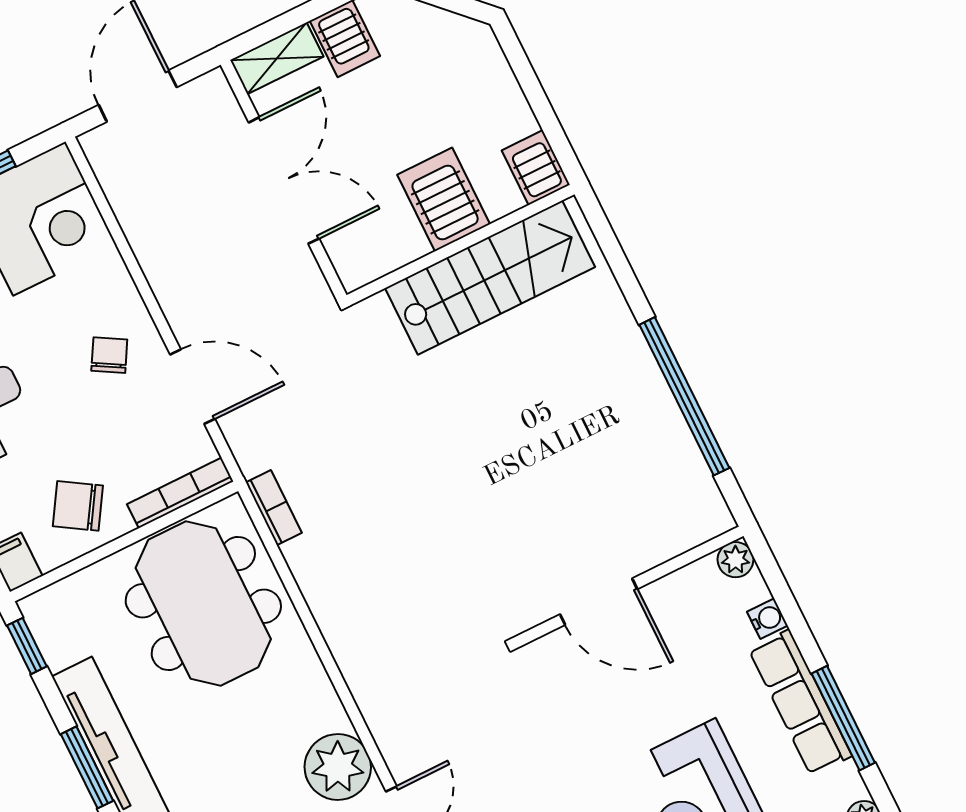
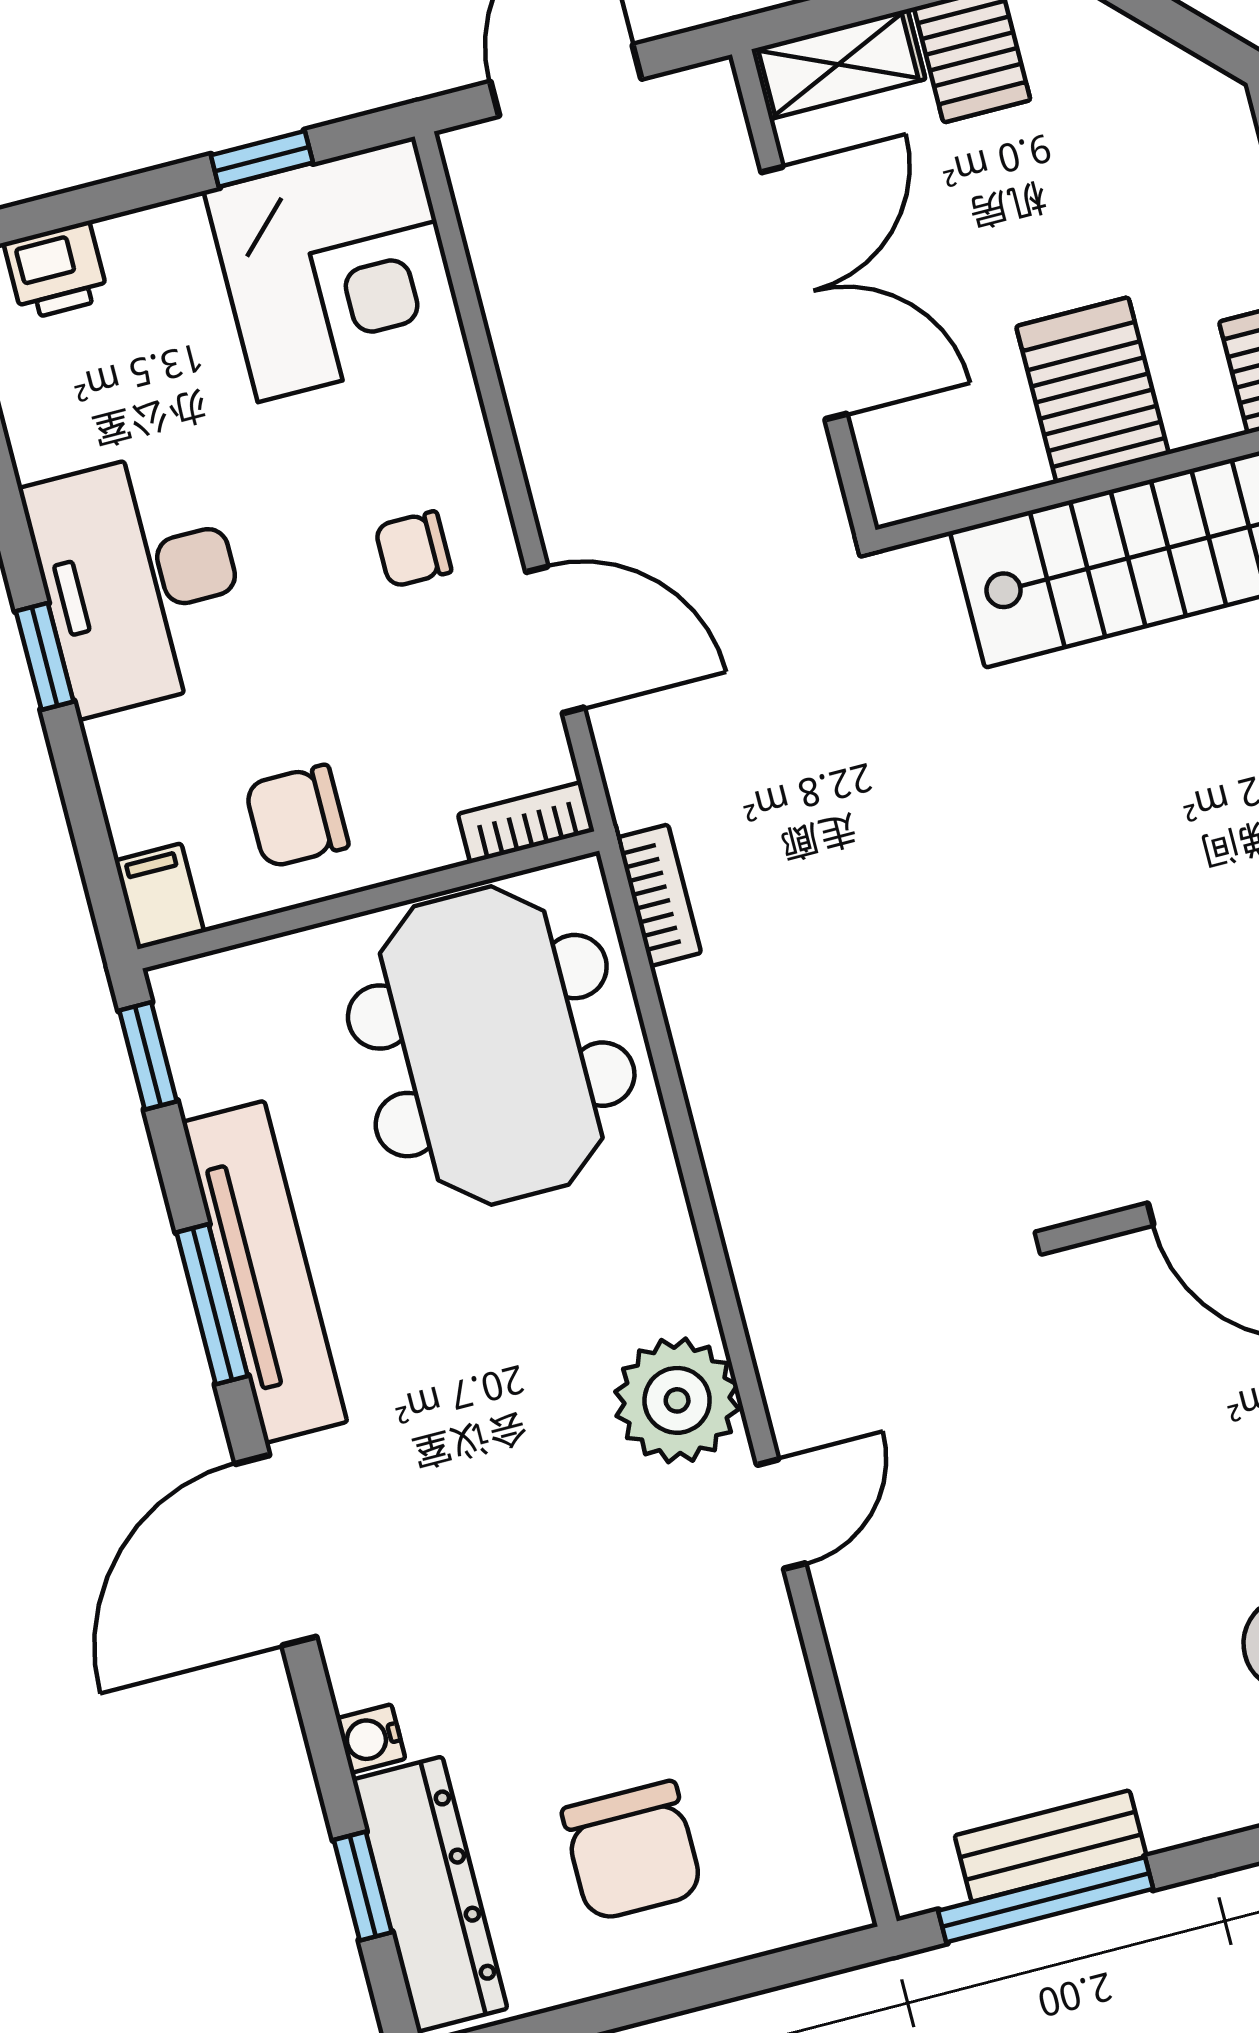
chair: (109, 355) -> (413, 549), turned -120
bookcase: (180, 493) -> (526, 823), width x0.64
chair: (78, 506) -> (297, 816), turned -32

